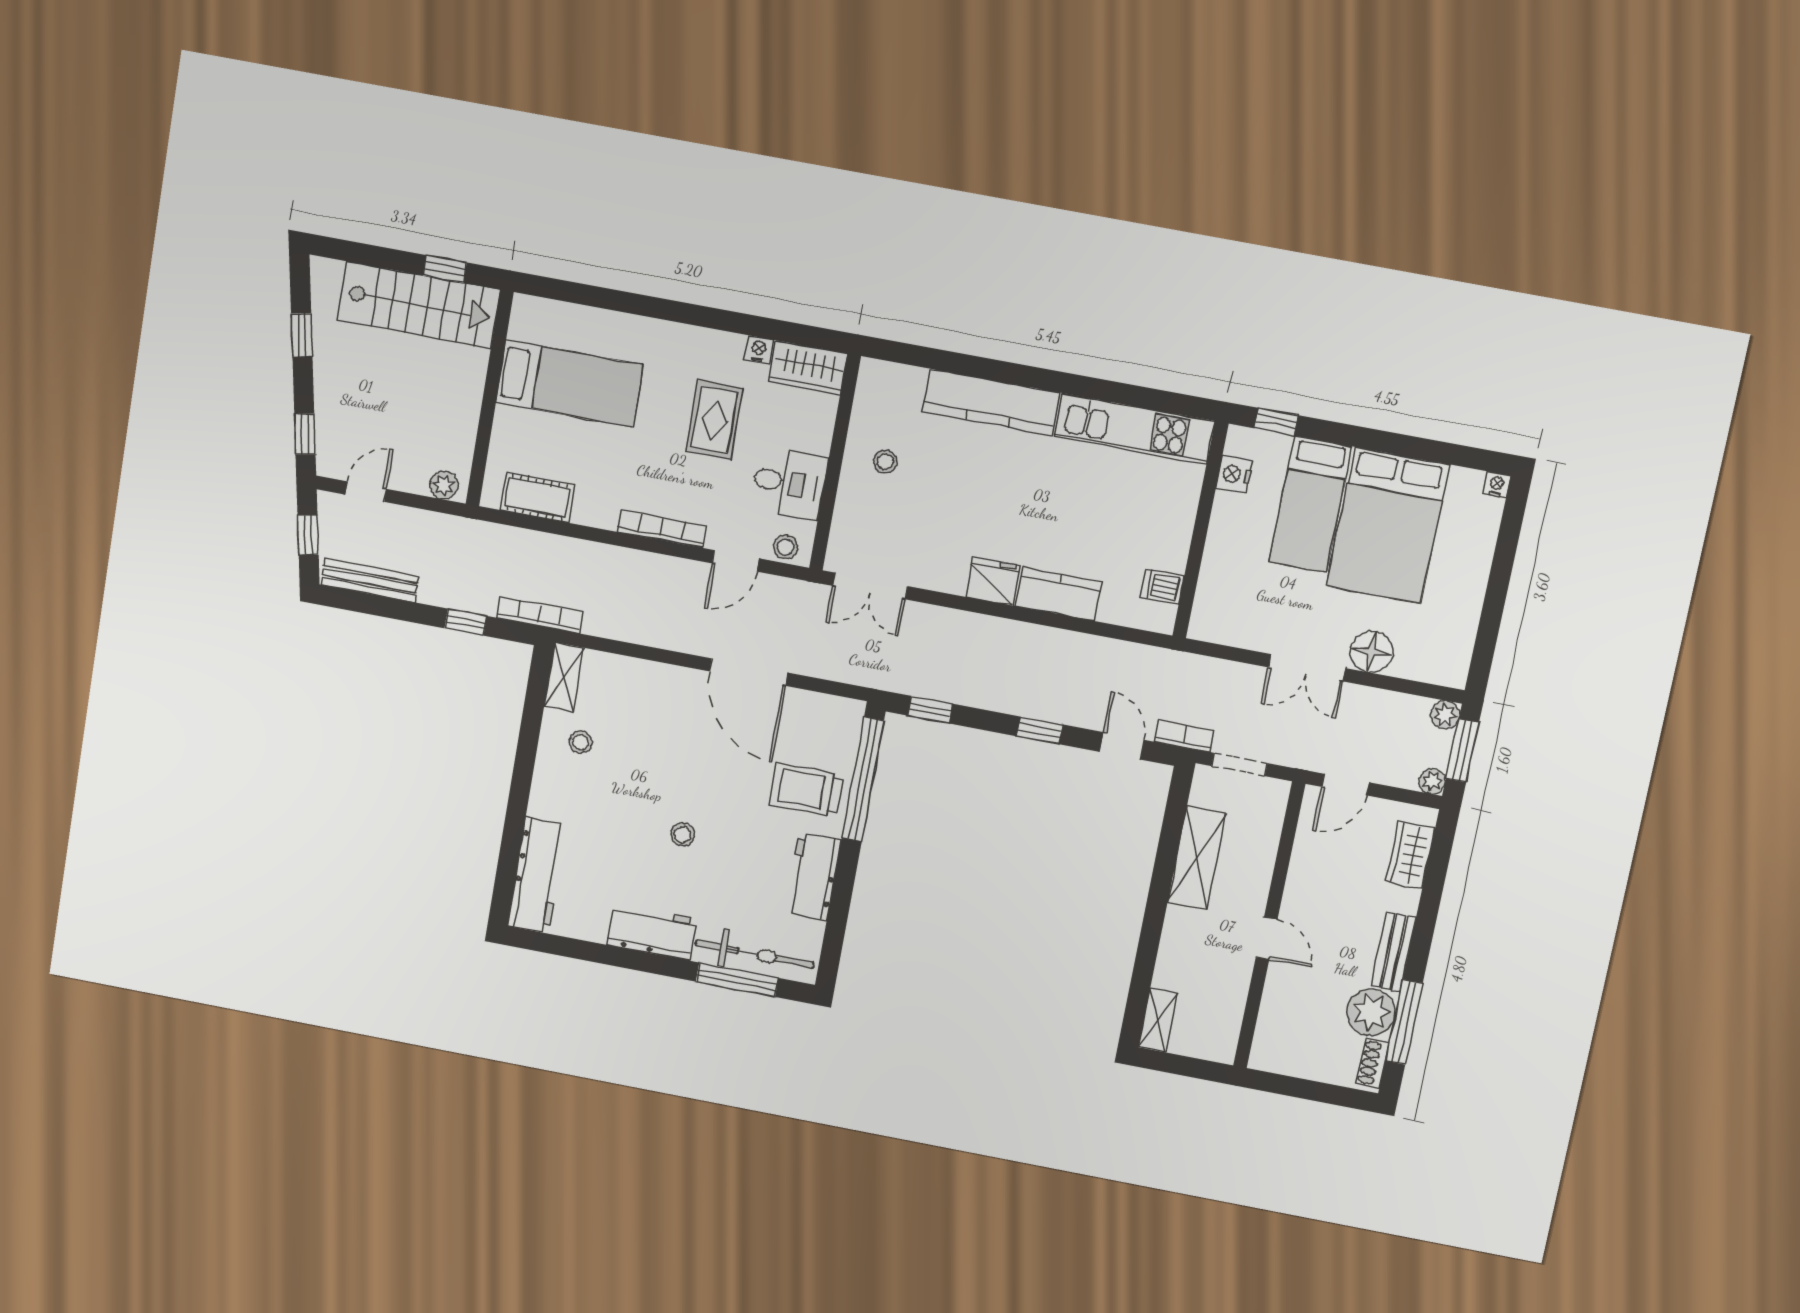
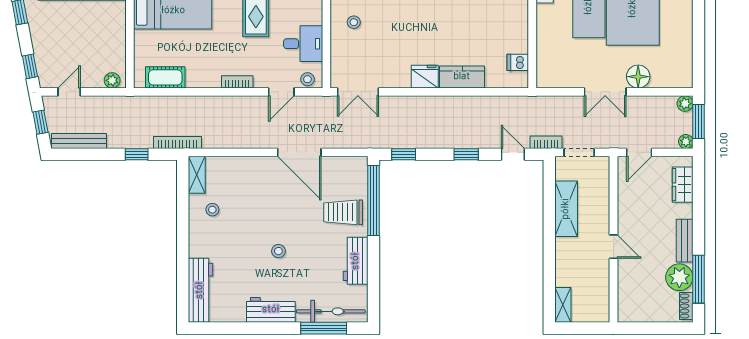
bookcase: (662, 529) -> (237, 82), width x0.64

